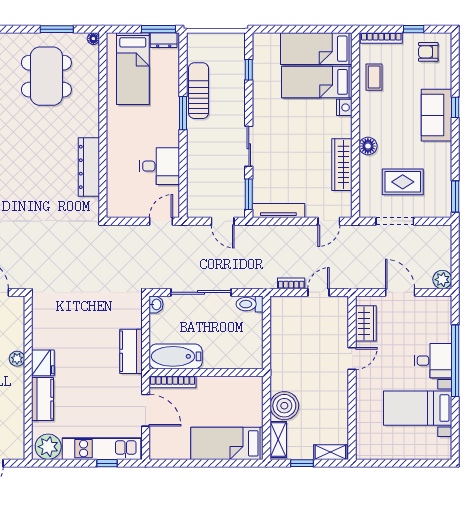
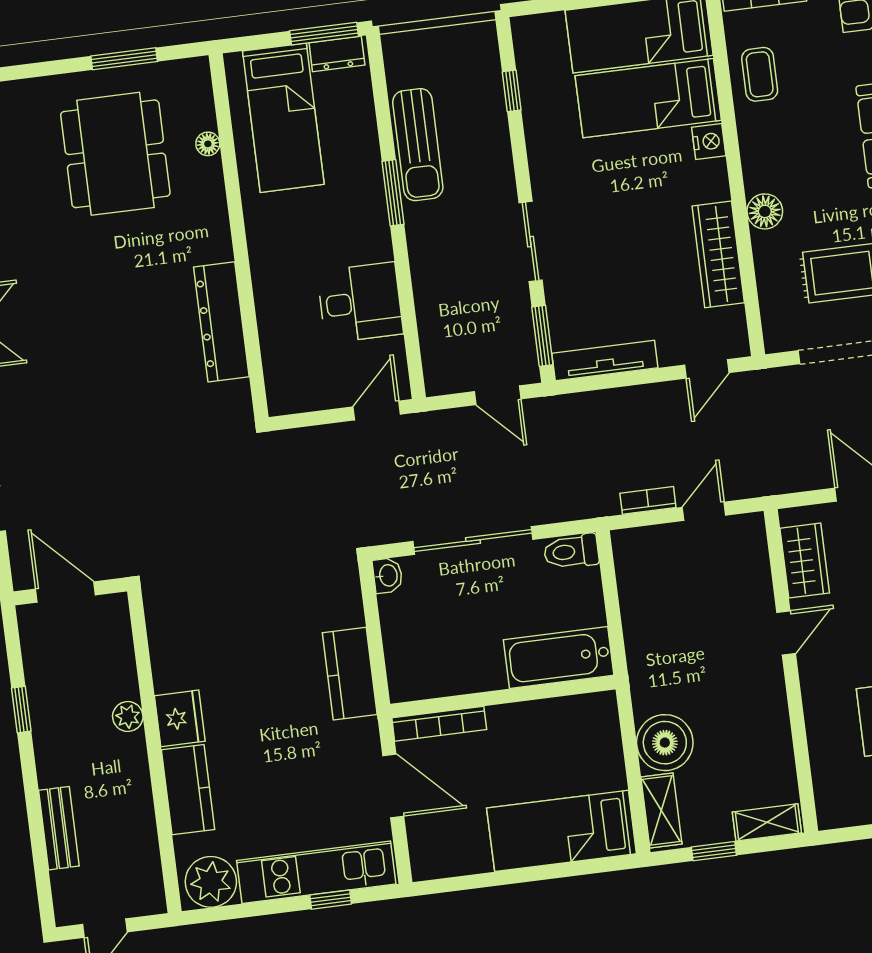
floor lamp: (93, 39) -> (208, 144), moved
sun lounger: (198, 91) -> (418, 145), turned 180
bathtub: (176, 356) -> (559, 658), moved

